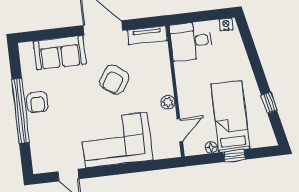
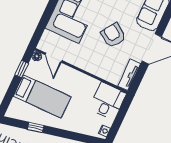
plant: (168, 102) -> (77, 61), removed
floor lamp: (211, 147) -> (37, 56), moved
window: (234, 156) -> (21, 69), moved

